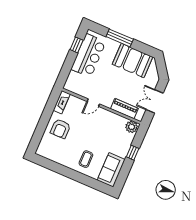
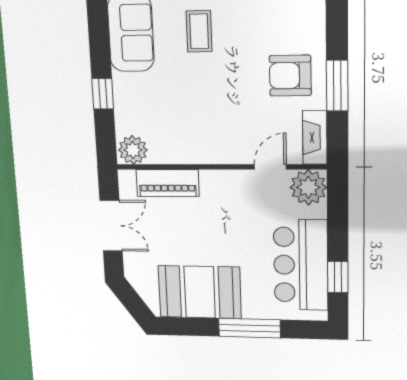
plant: (72, 84) -> (308, 187), added
door: (93, 103) -> (270, 167), moved
window: (45, 118) -> (337, 86), added
armchair: (60, 129) -> (290, 76), turned -90

